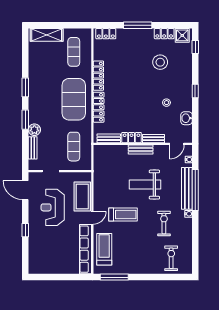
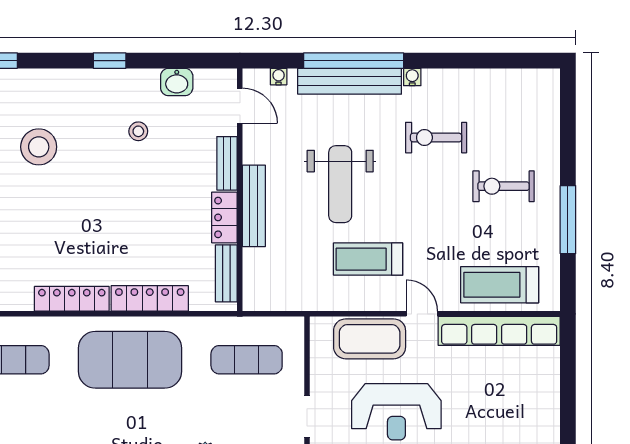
bench: (141, 150) -> (254, 206), width x1.36
treadmill: (123, 215) -> (368, 259), moved, turned -90
exercise bike: (171, 258) -> (504, 186), moved
window: (114, 277) -> (568, 220), moved

